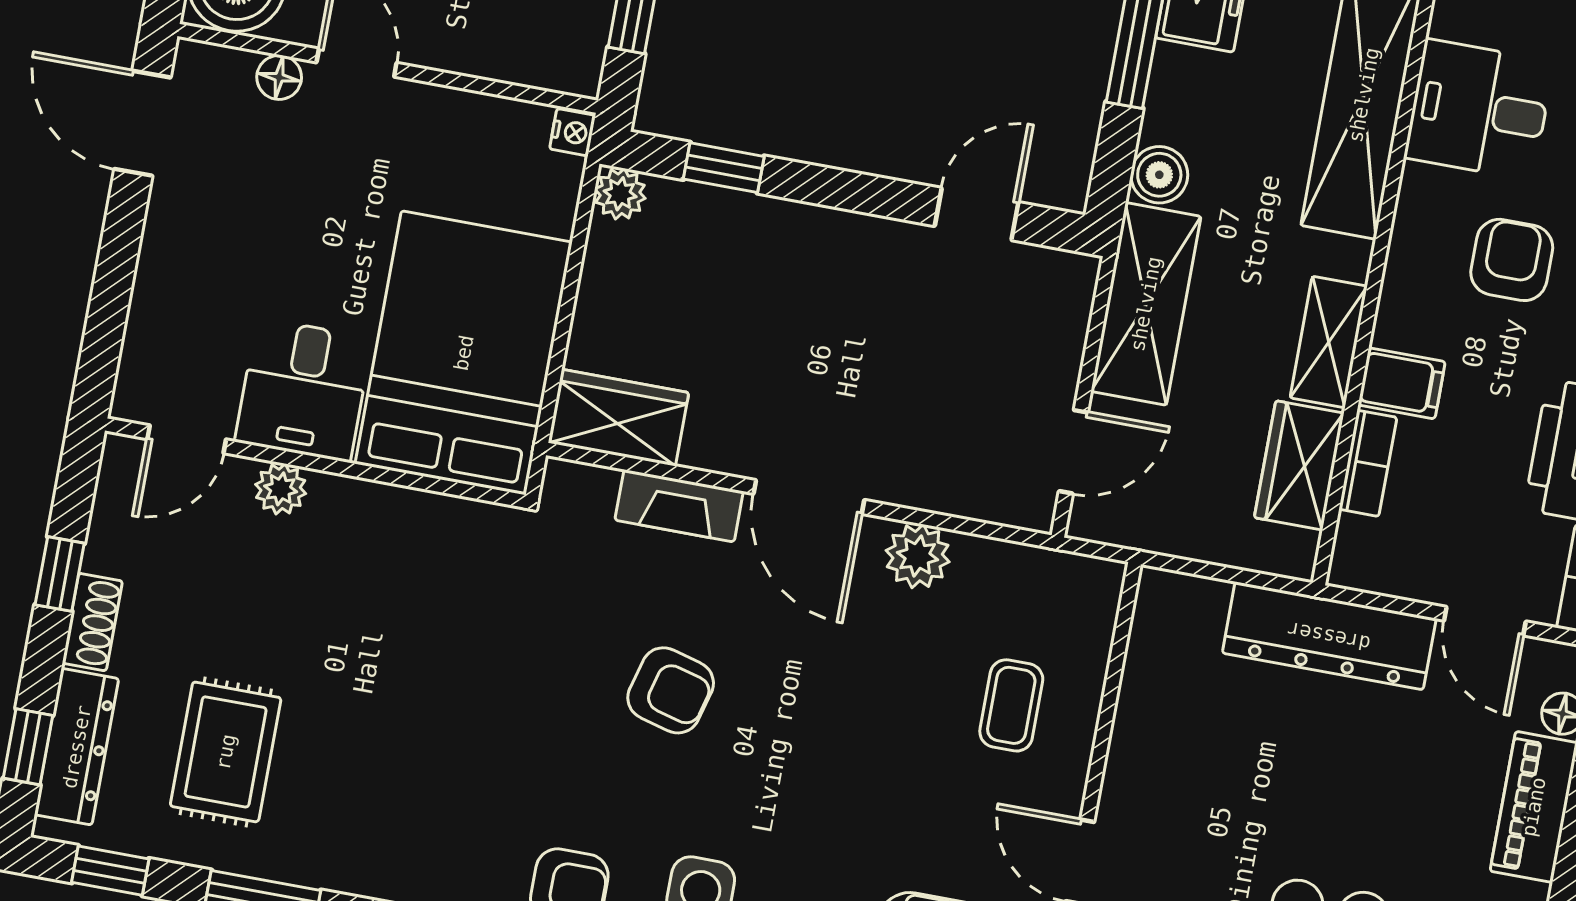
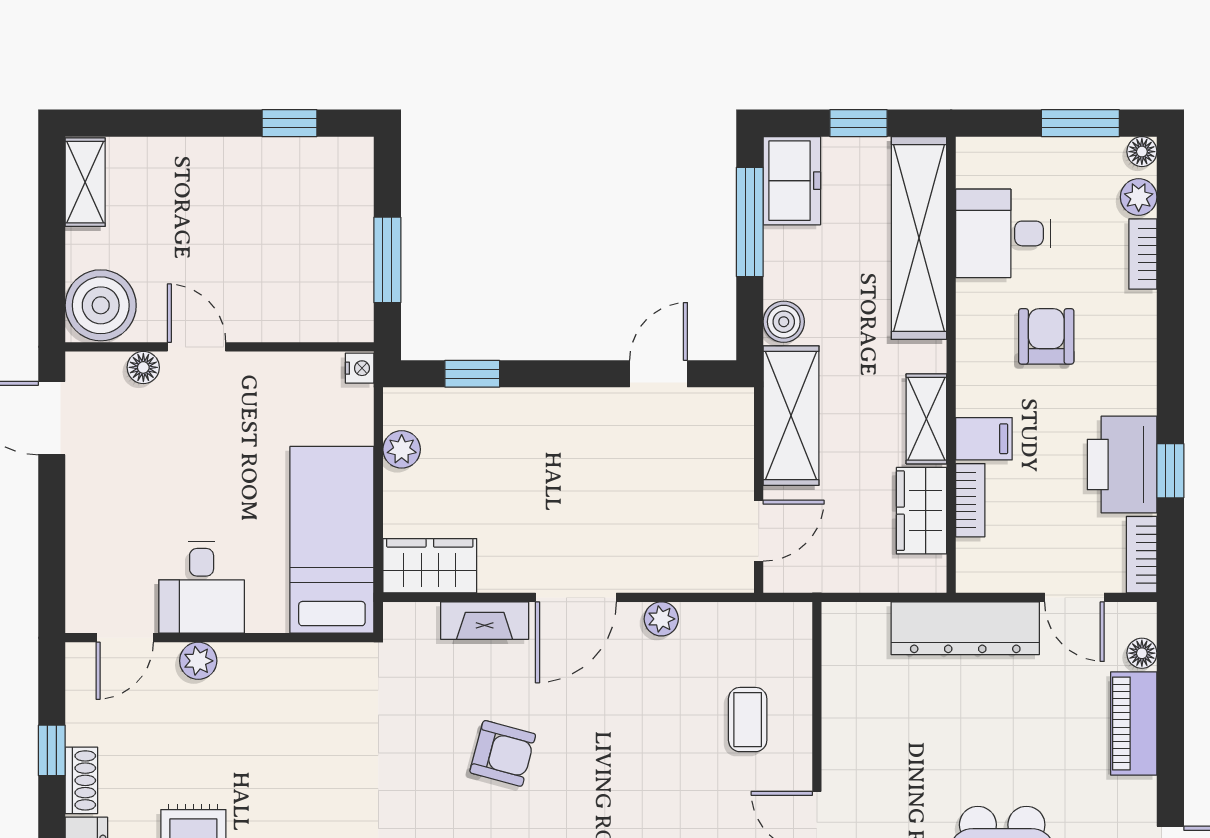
plant: (620, 194) -> (402, 449), moved
bed: (464, 353) -> (332, 540), width x0.67
door: (809, 497) -> (576, 597), hinge flipped
plant: (918, 556) -> (661, 619), width x0.73, depth x0.73

